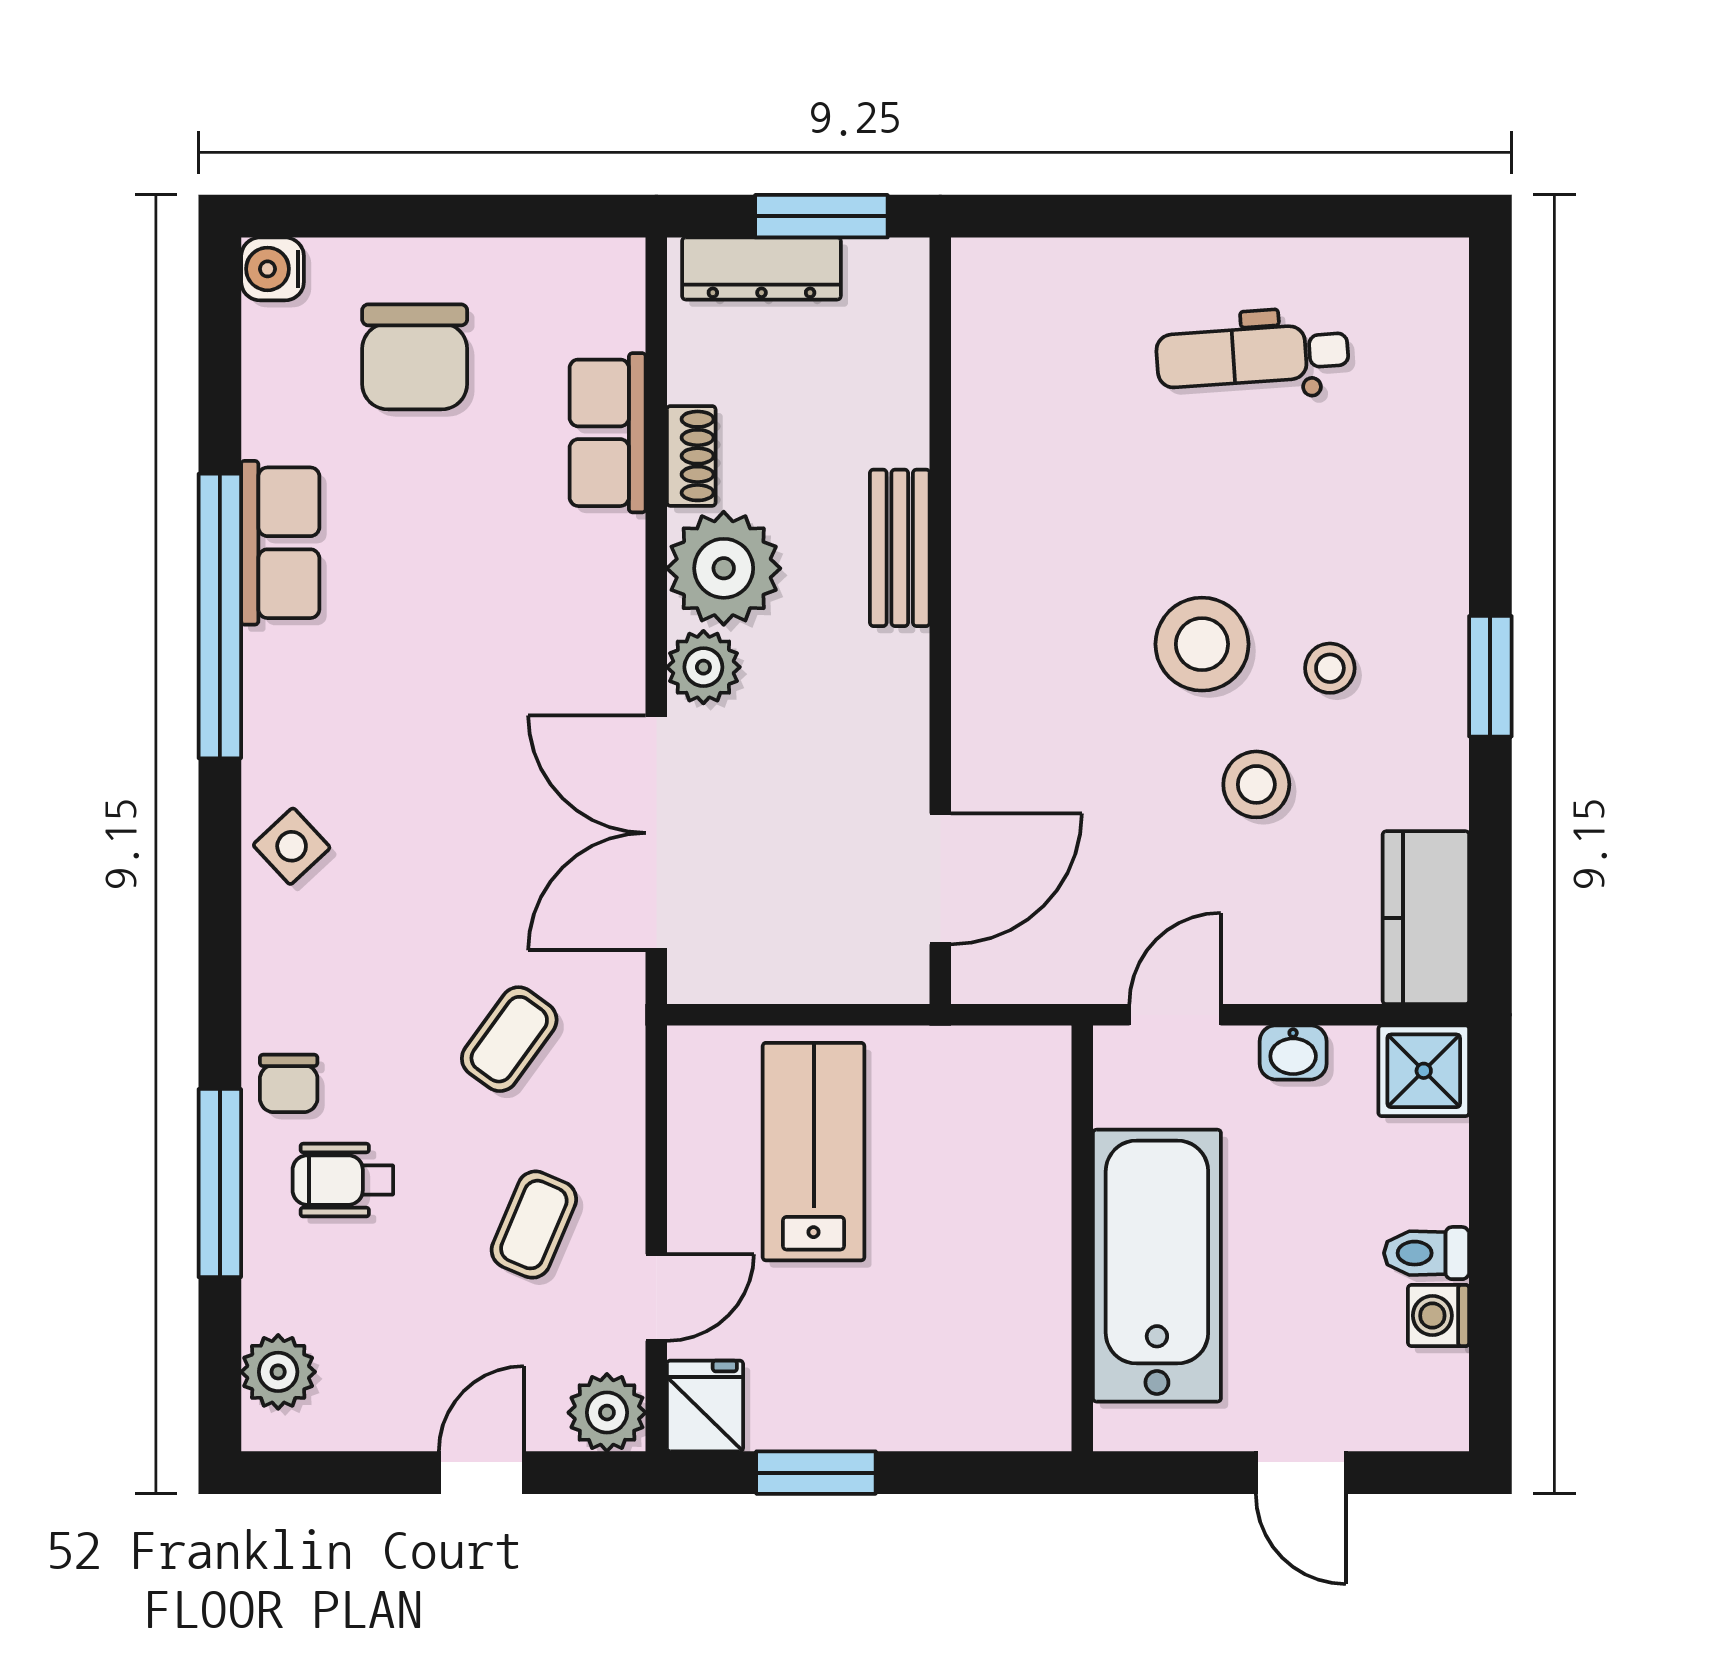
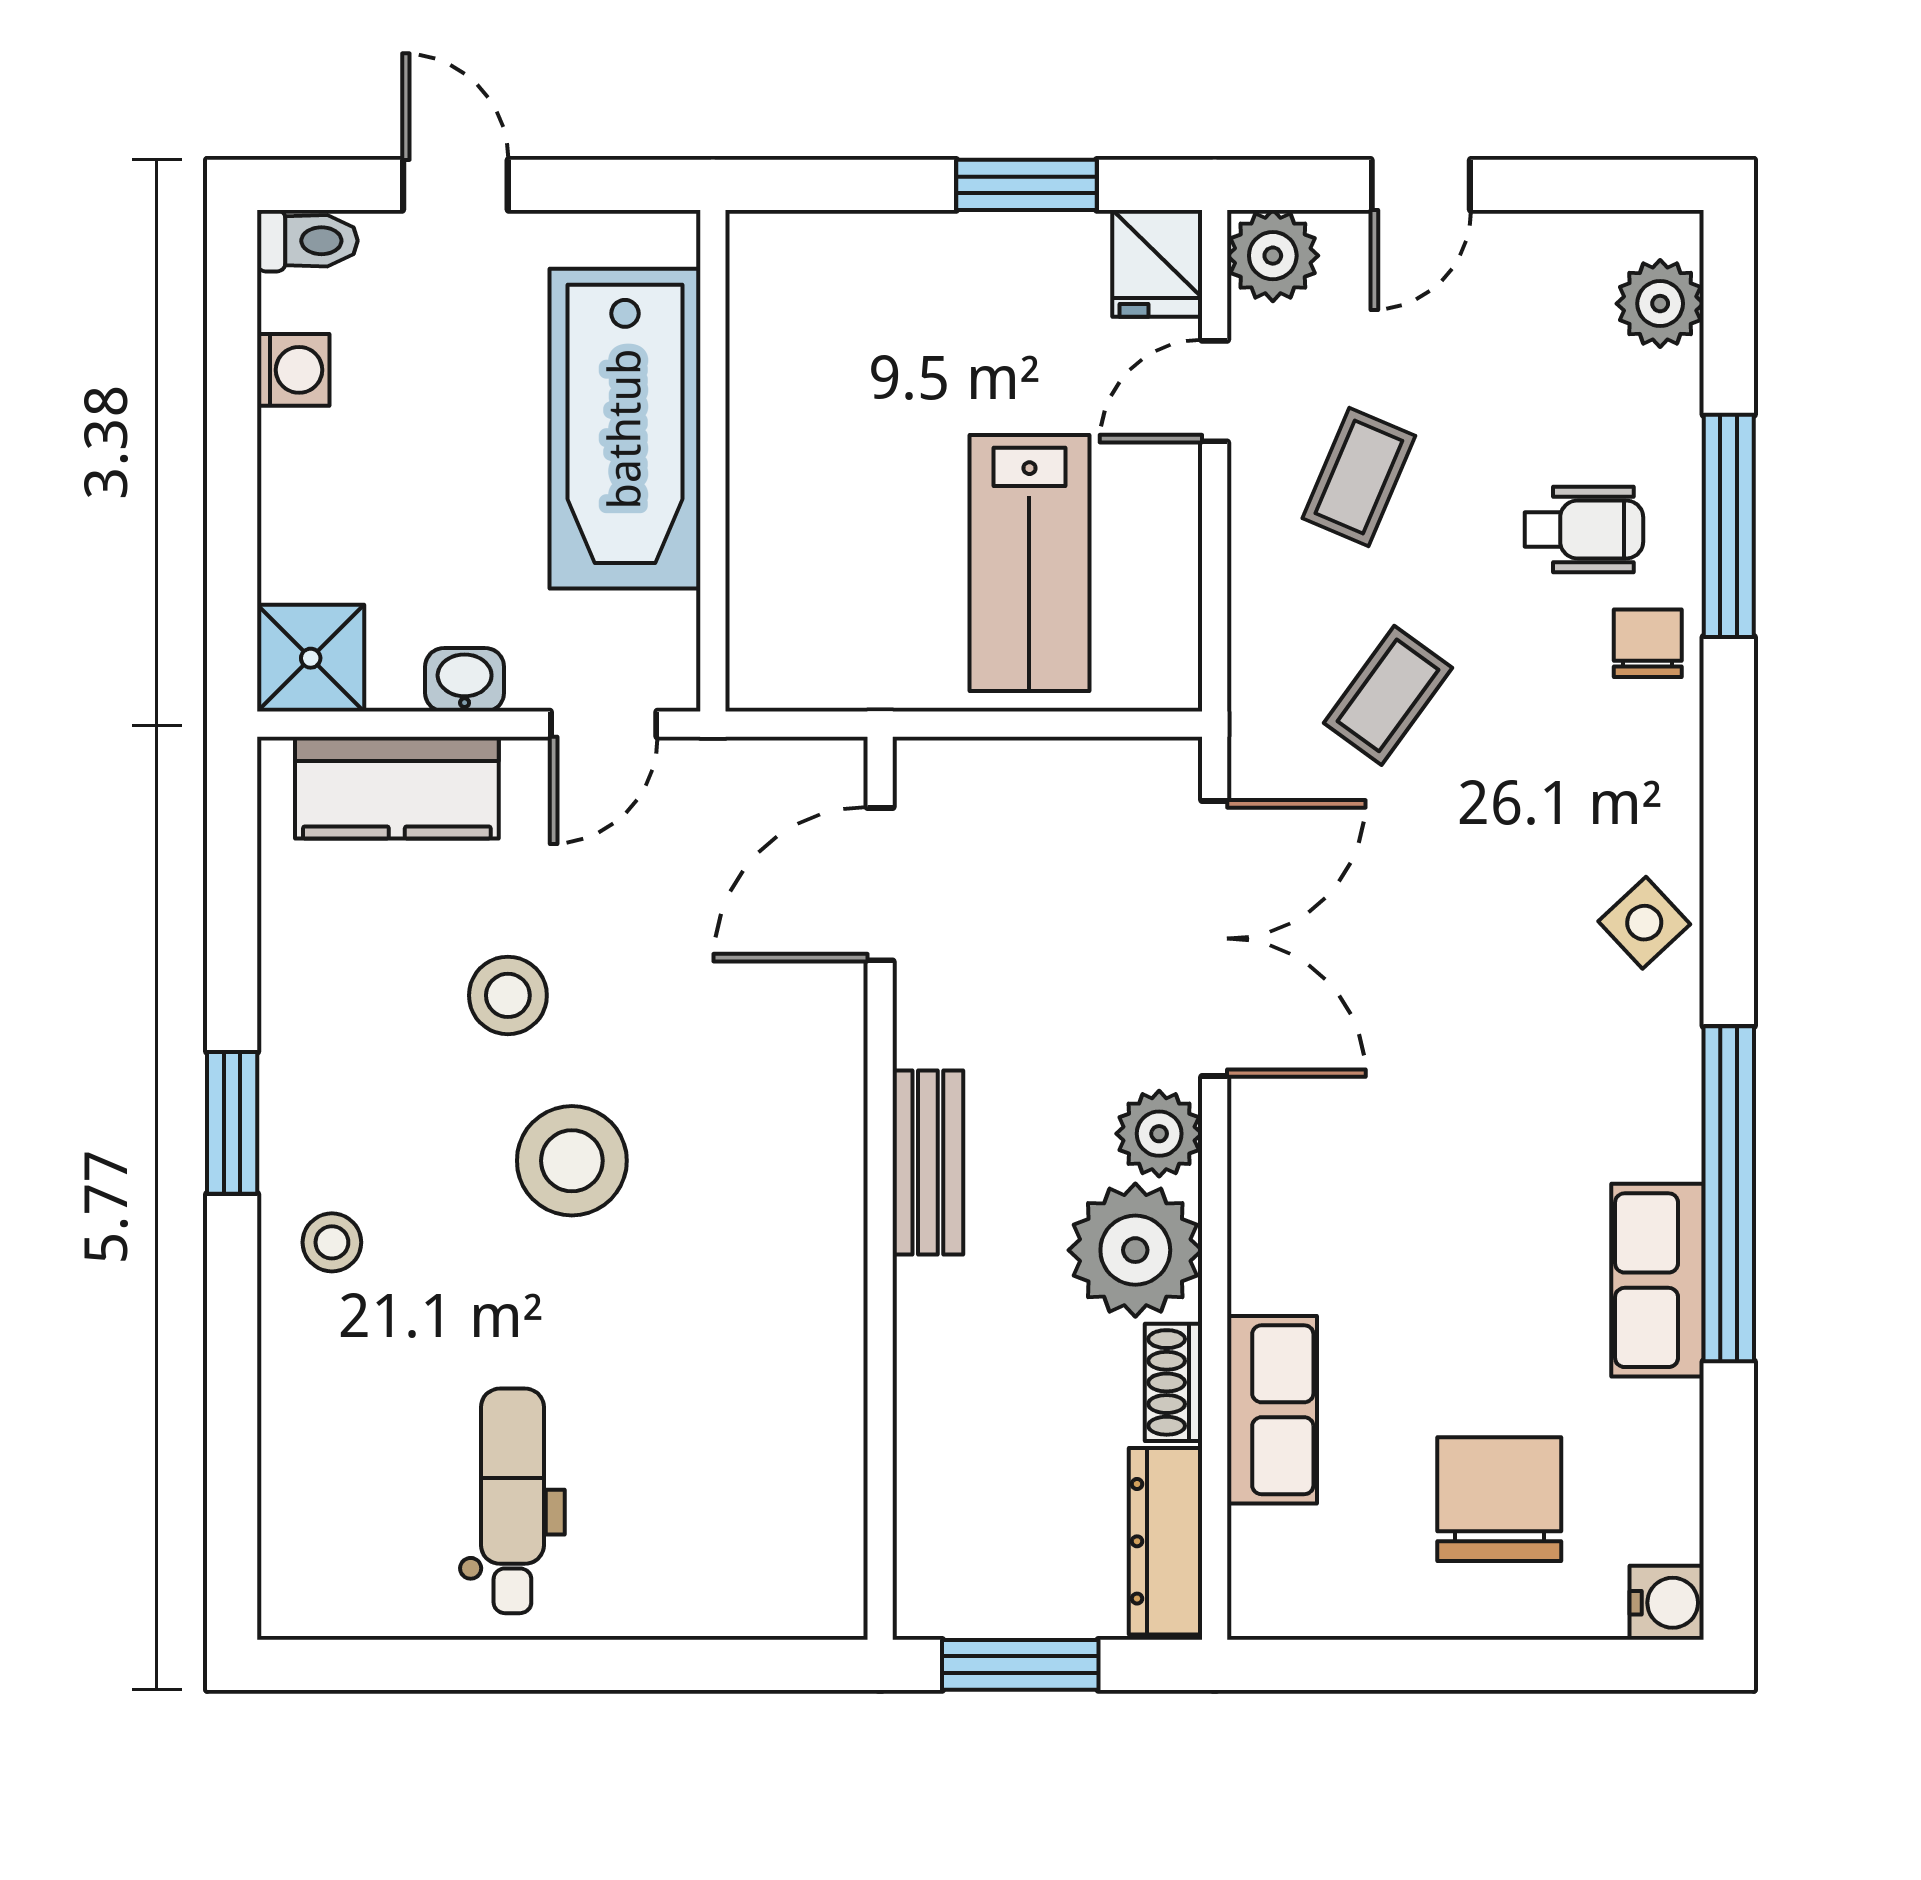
dresser: (761, 269) -> (1166, 1541), moved, turned -90
dental chair: (1252, 355) -> (512, 1501), turned -86
bench: (900, 548) -> (928, 1163), moved
stool: (1330, 668) -> (332, 1242), moved
kitchen counter: (1426, 918) -> (397, 788), moved, turned 90
toilet: (1427, 1253) -> (307, 241), moved

